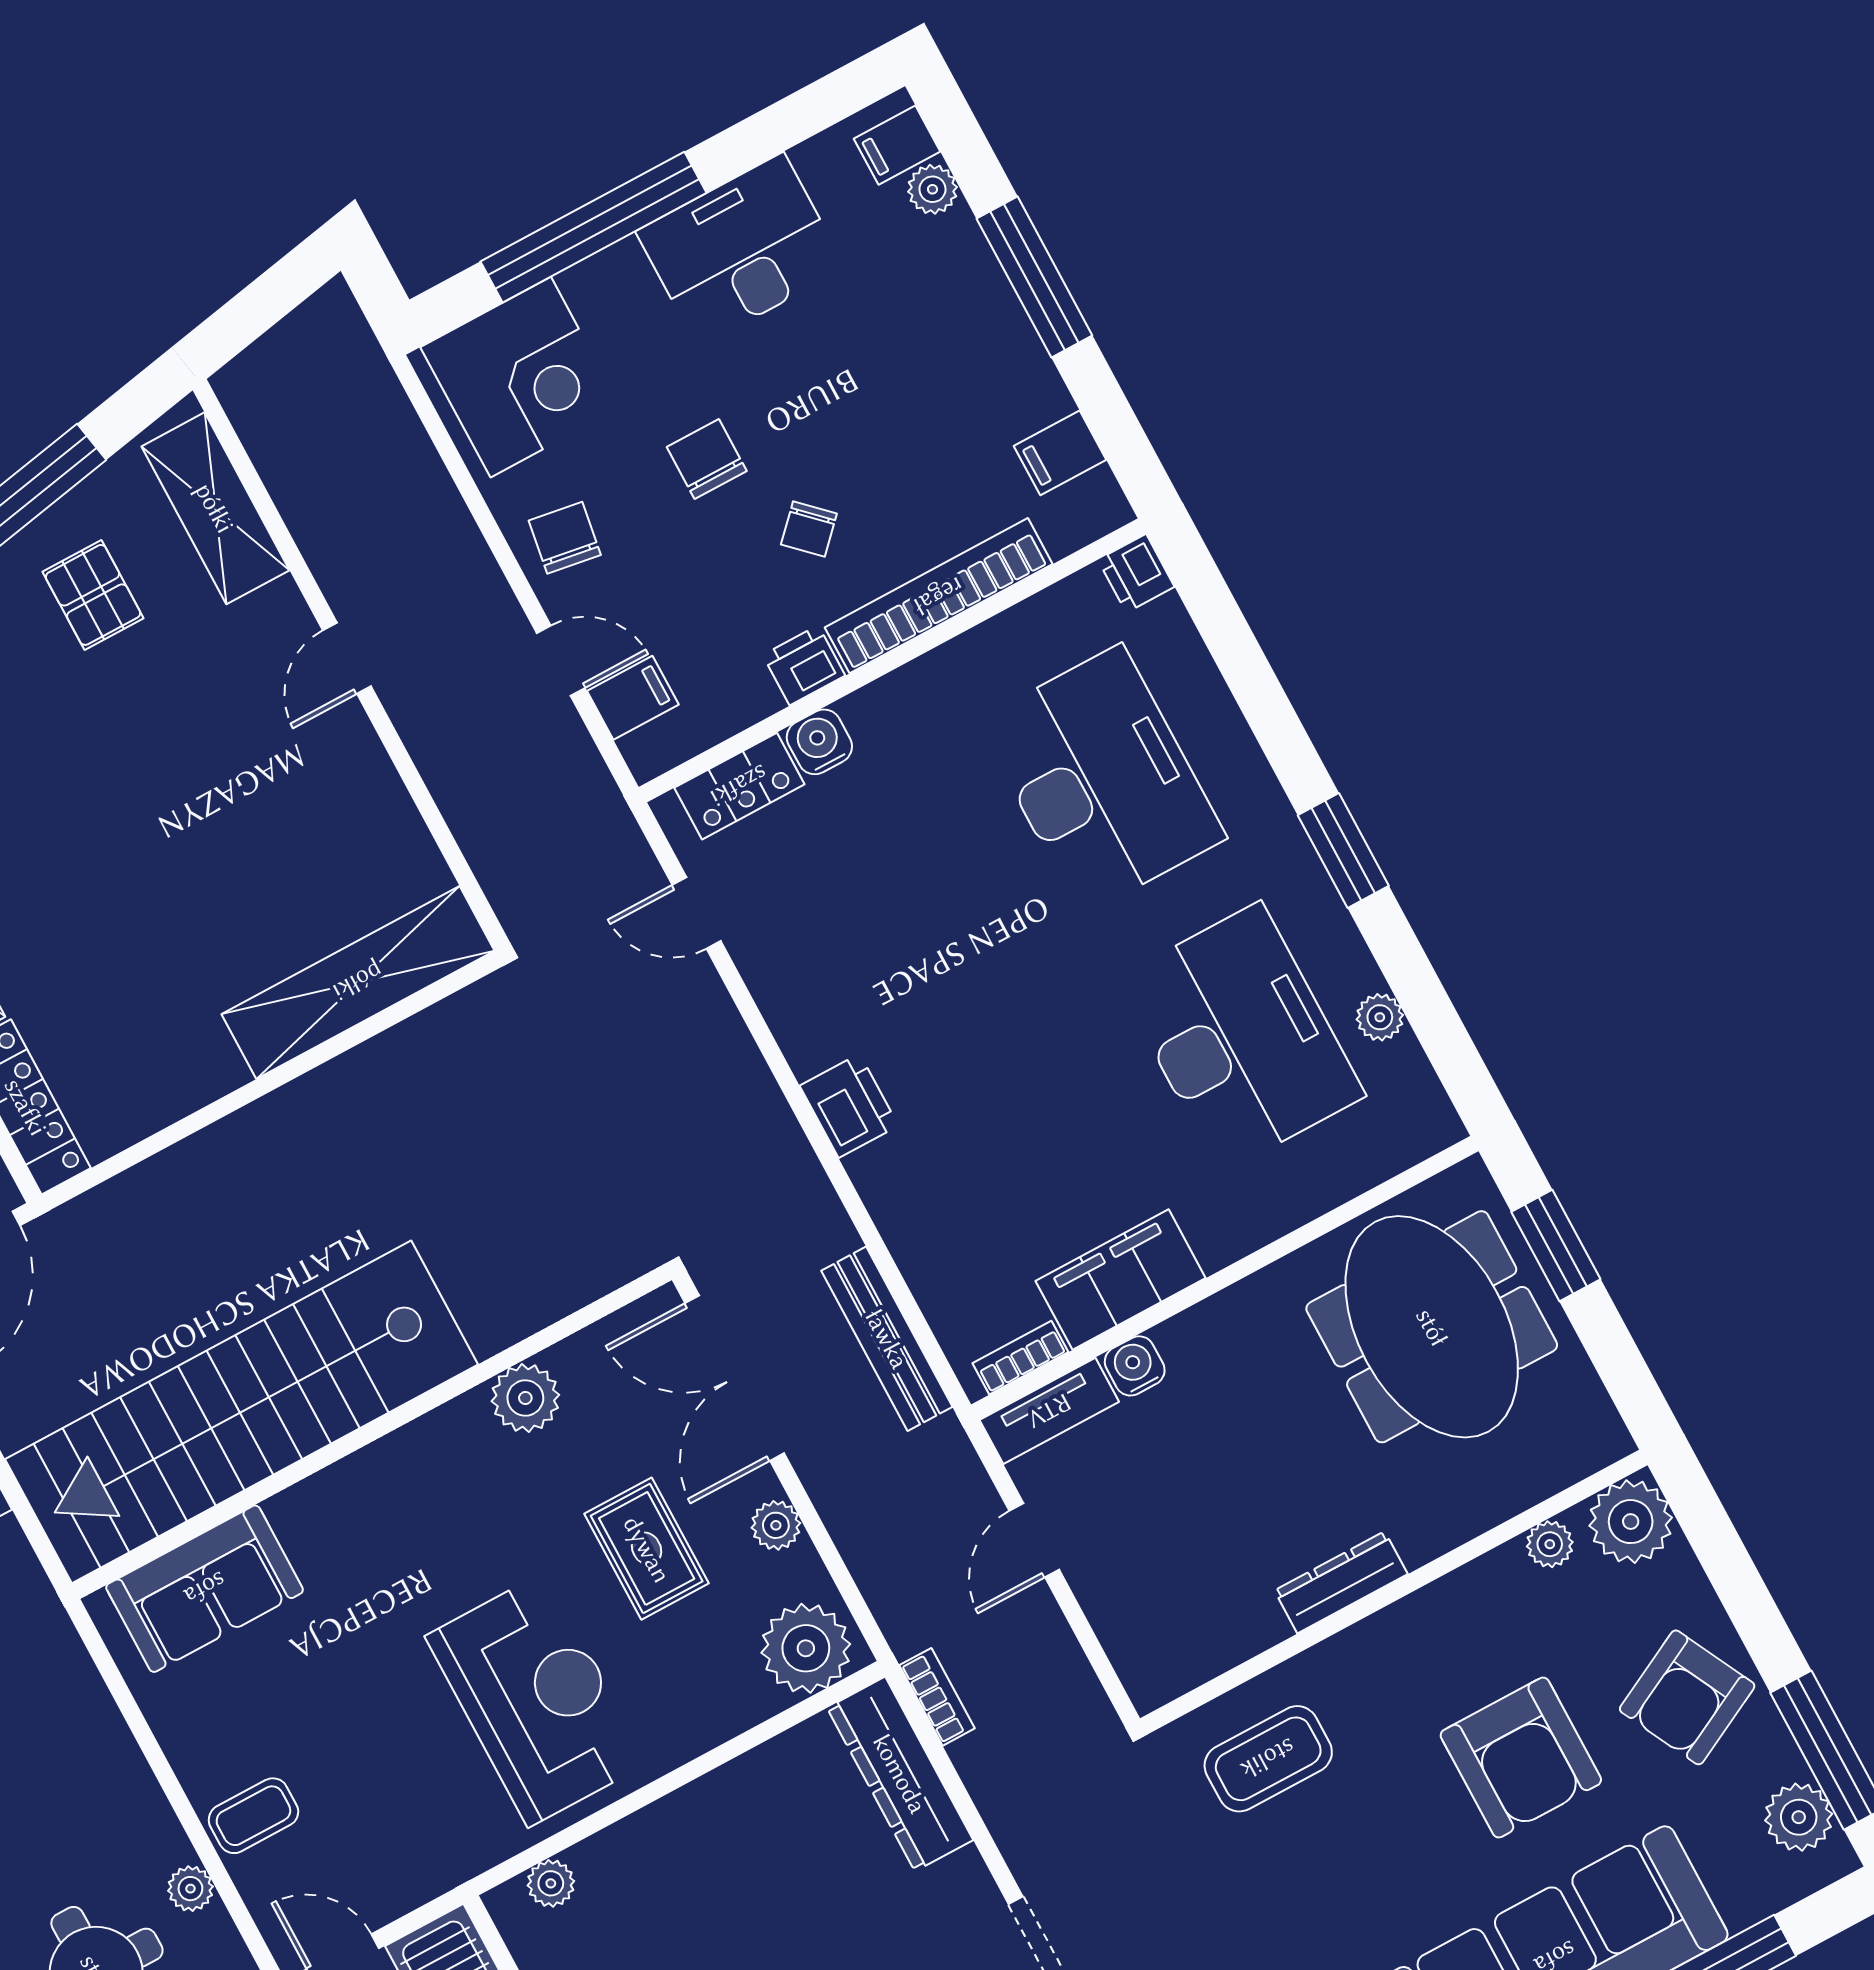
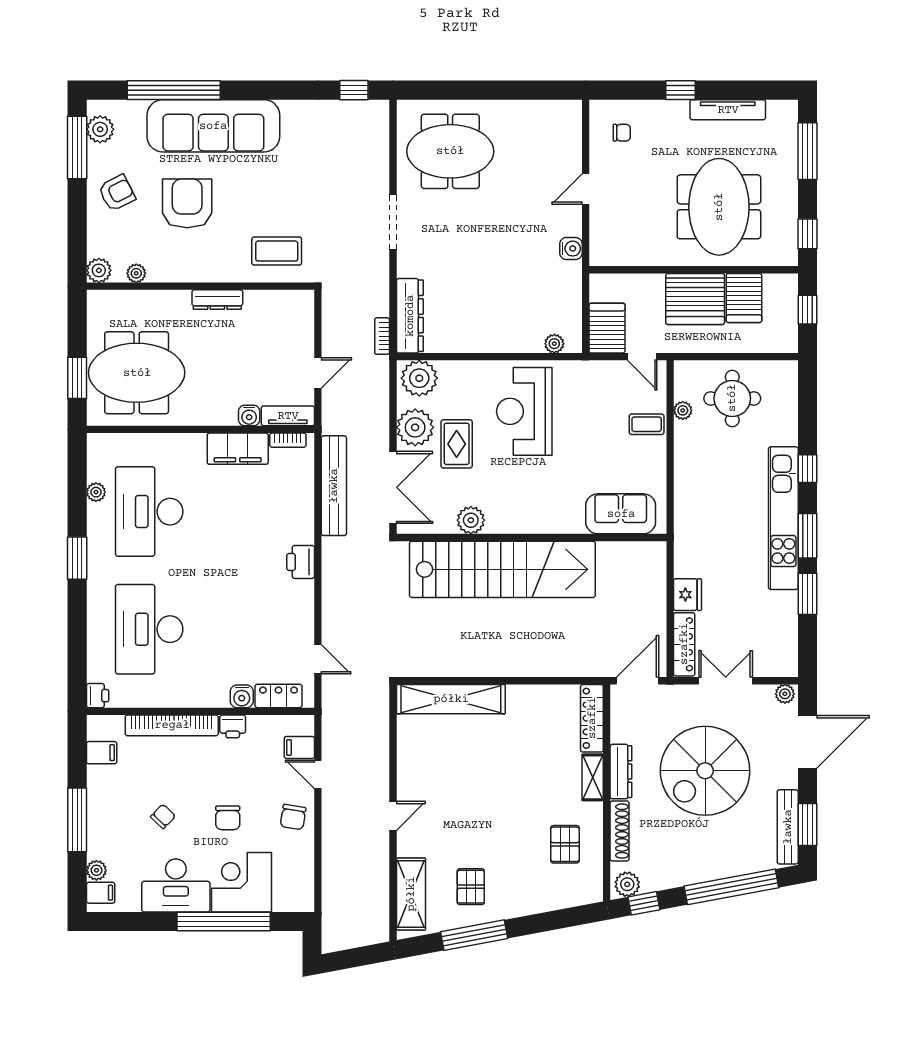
corner desk: (521, 377) -> (241, 882), moved
chair: (809, 529) -> (163, 816), moved
meeting table: (1432, 1327) -> (137, 373), turned 90
bench: (887, 1339) -> (334, 486), width x1.37, depth x1.21
stairs: (242, 1412) -> (502, 569), moved
plant: (1631, 1522) -> (99, 270), width x0.73, depth x0.73
plant: (776, 1525) -> (415, 427), width x1.87, depth x1.87
armchair: (1687, 1697) -> (117, 193), width x0.72, depth x0.72

